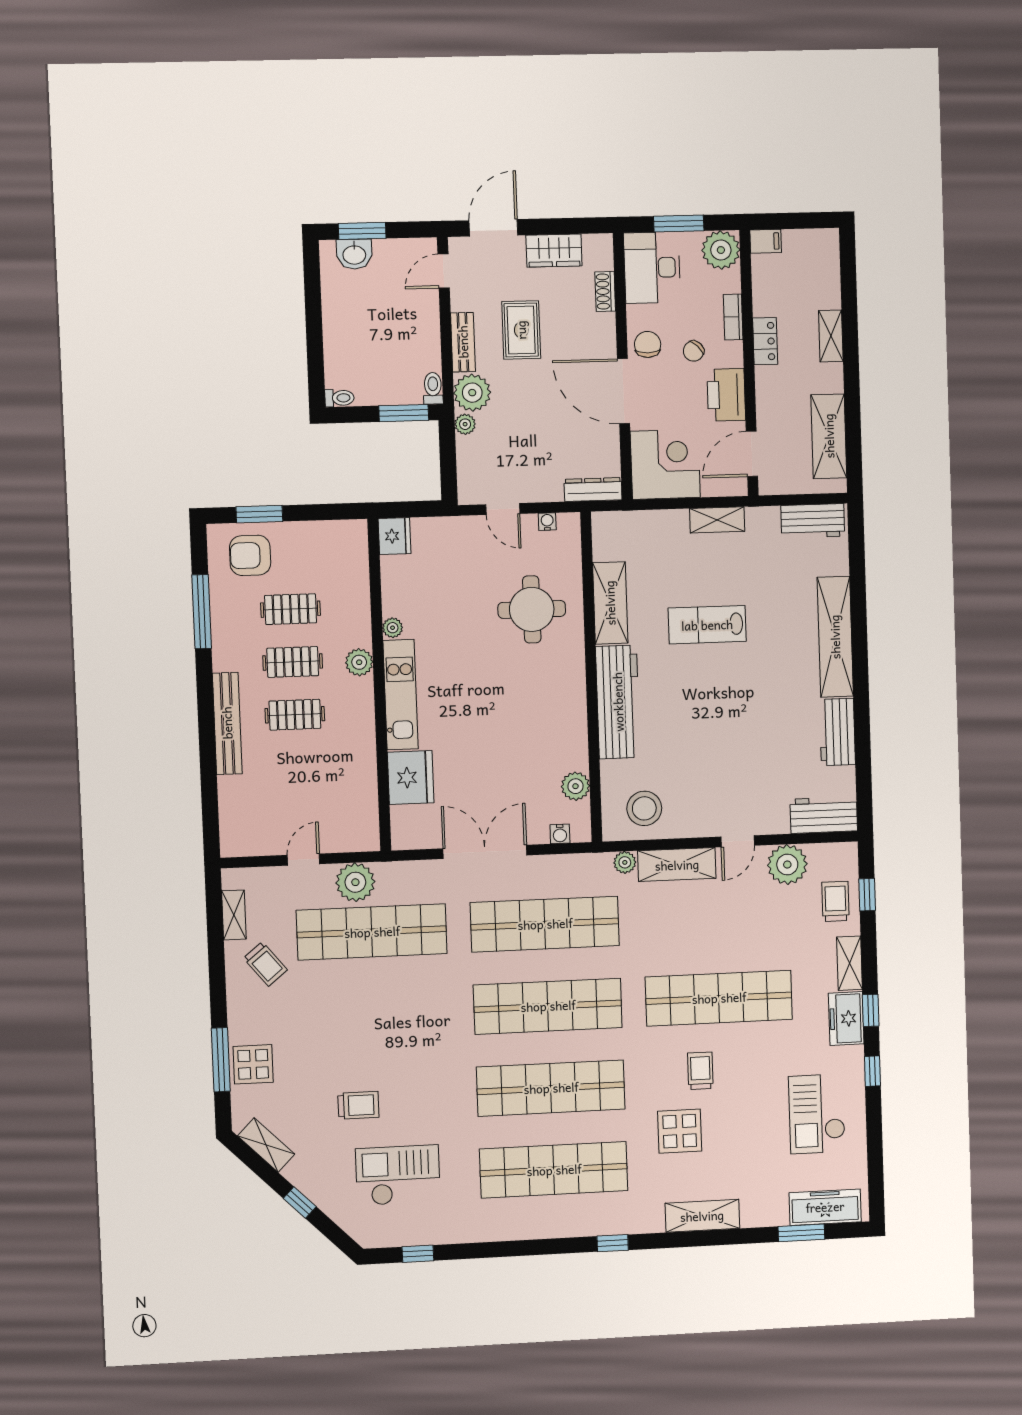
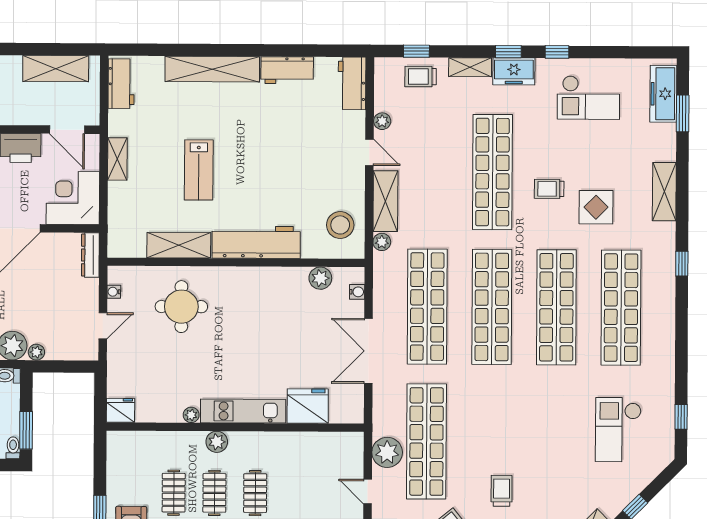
window: (404, 413) -> (26, 430), moved
plant: (787, 865) -> (382, 121), width x0.53, depth x0.53
trolley: (358, 1105) -> (502, 491), moved

